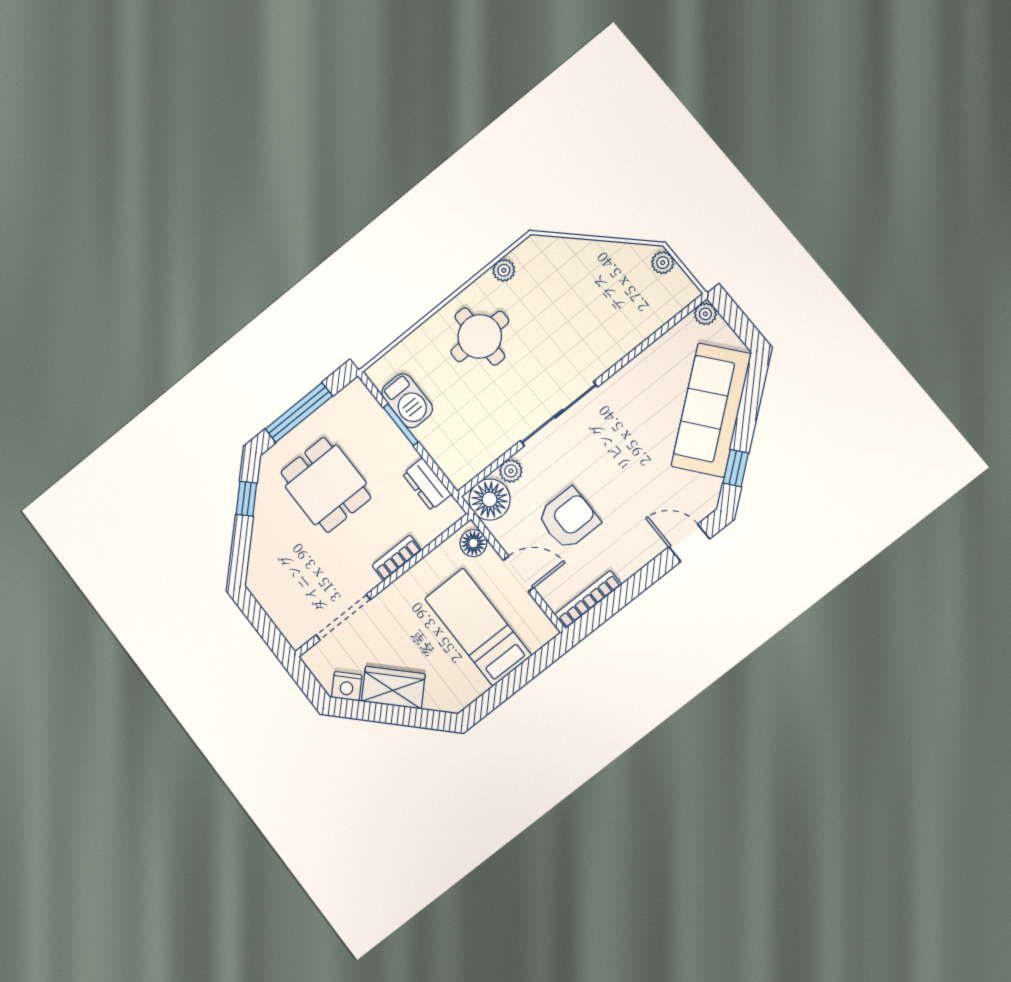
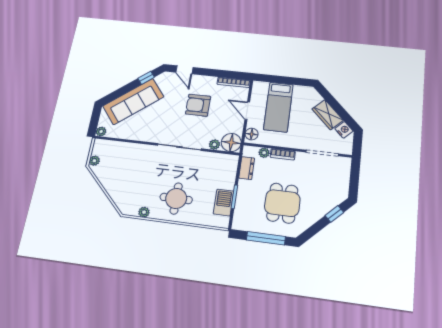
window: (246, 499) -> (334, 214), moved
armchair: (568, 519) -> (198, 105), moved
plant: (426, 533) -> (264, 153), added

